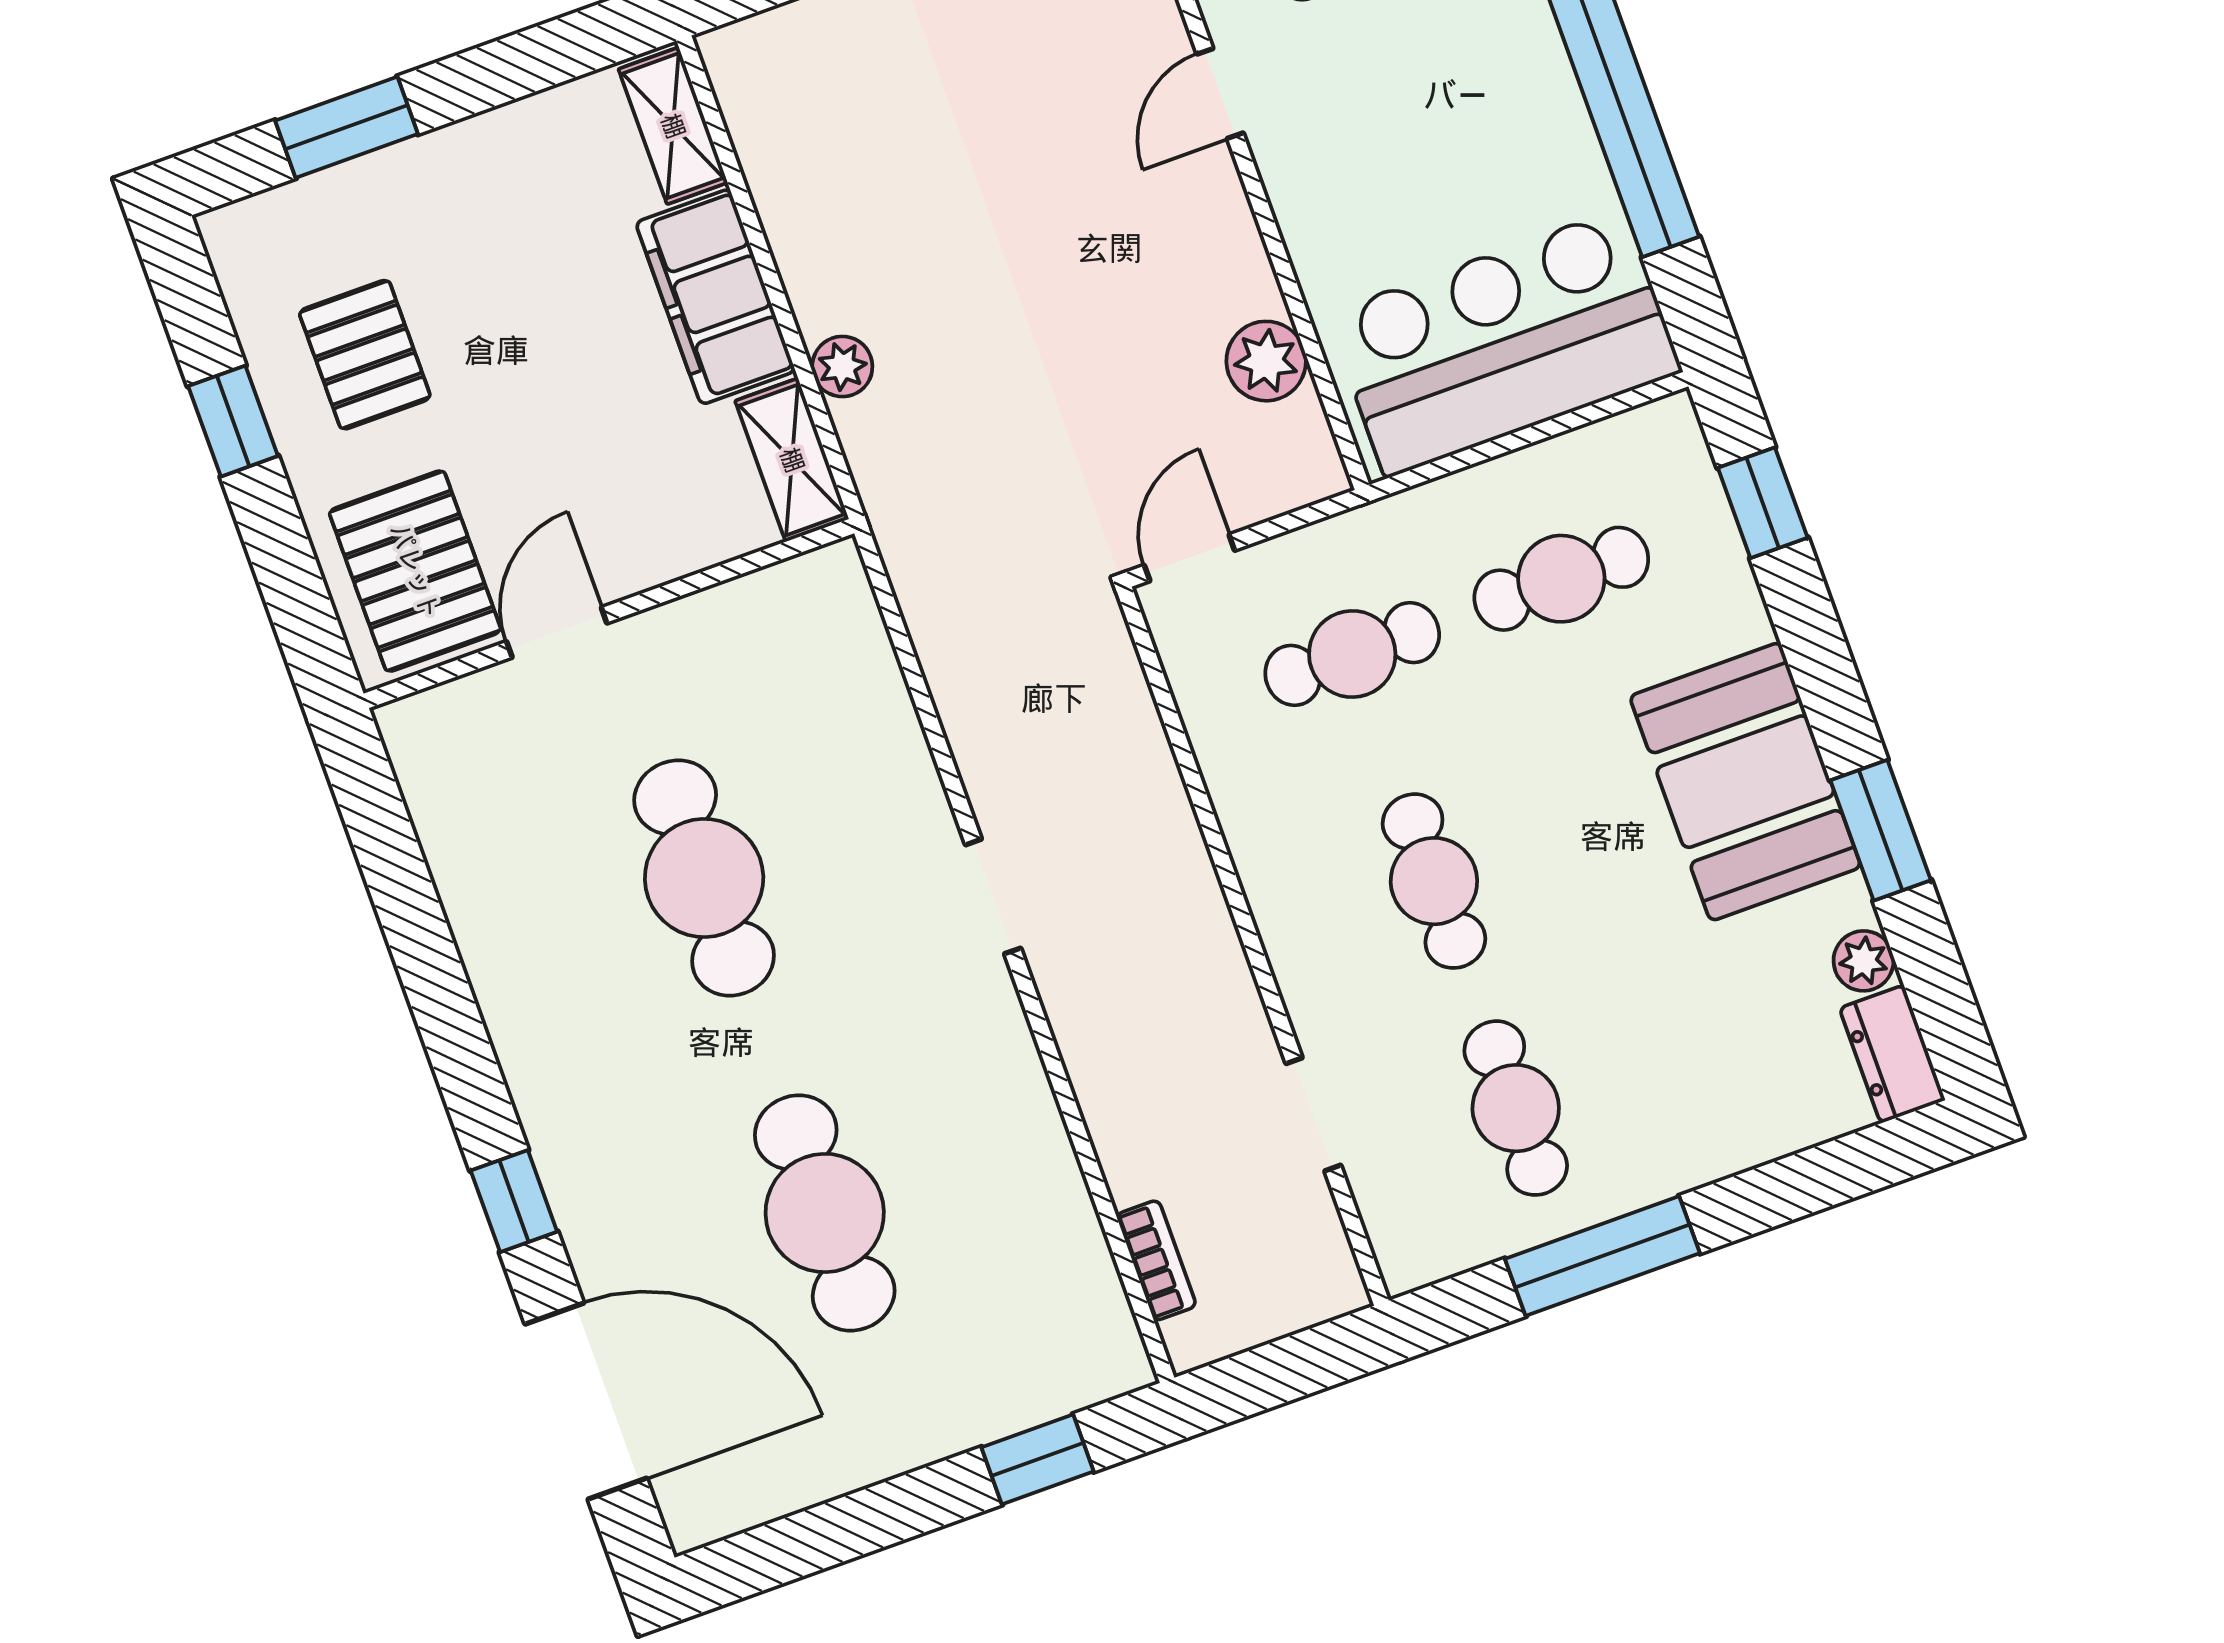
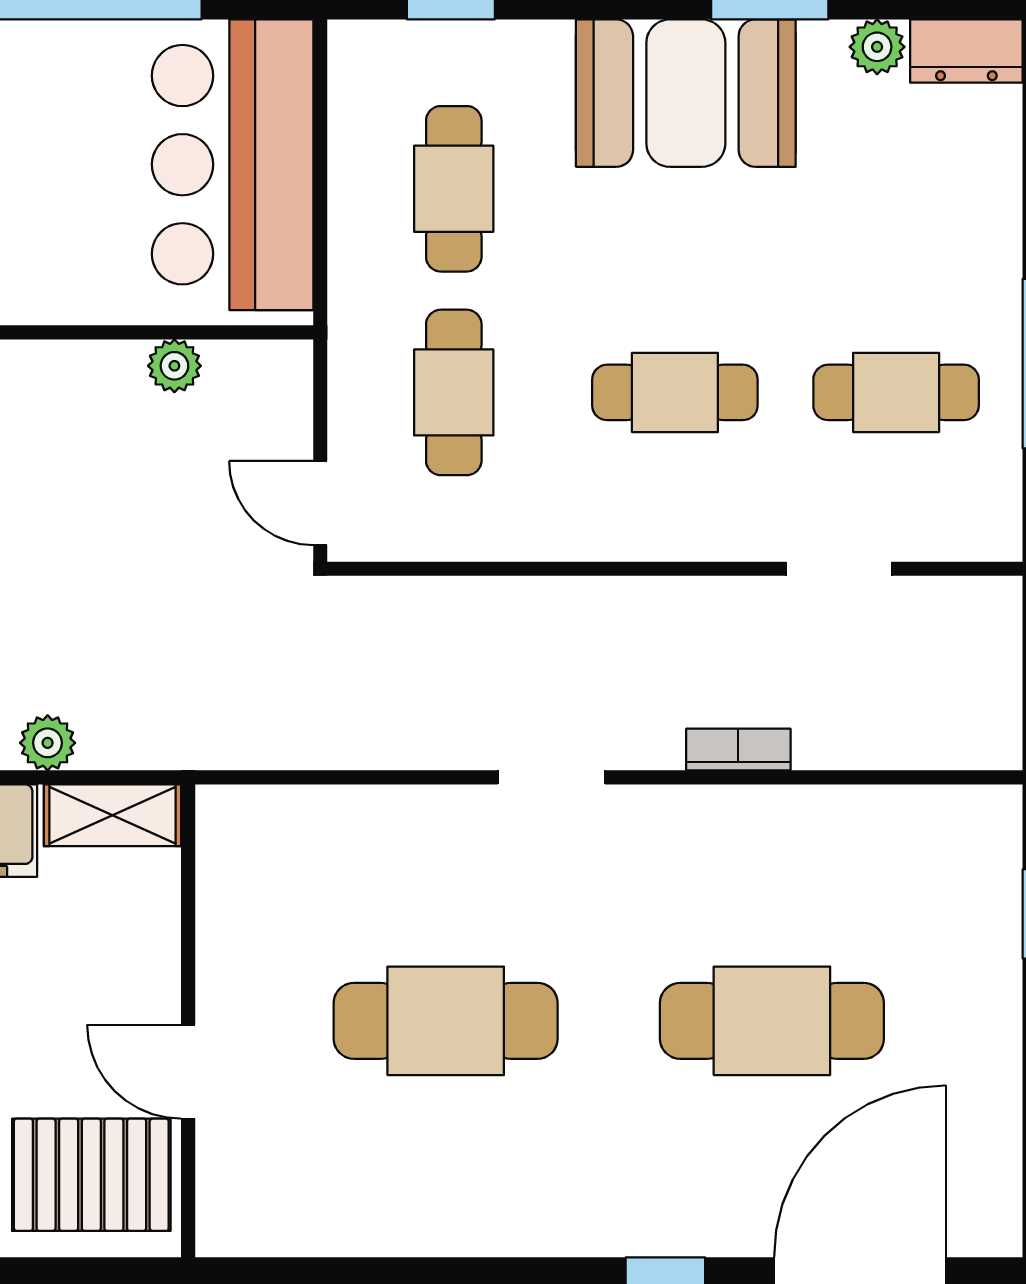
plant: (1266, 361) -> (174, 366), width x0.73, depth x0.73
bookcase: (1156, 1260) -> (738, 750), moved

